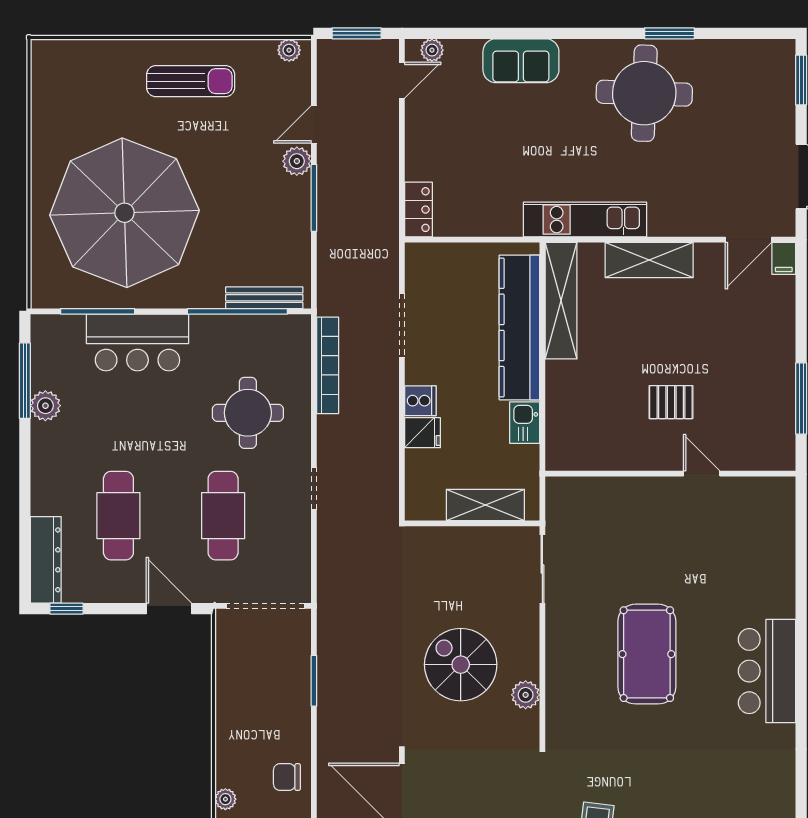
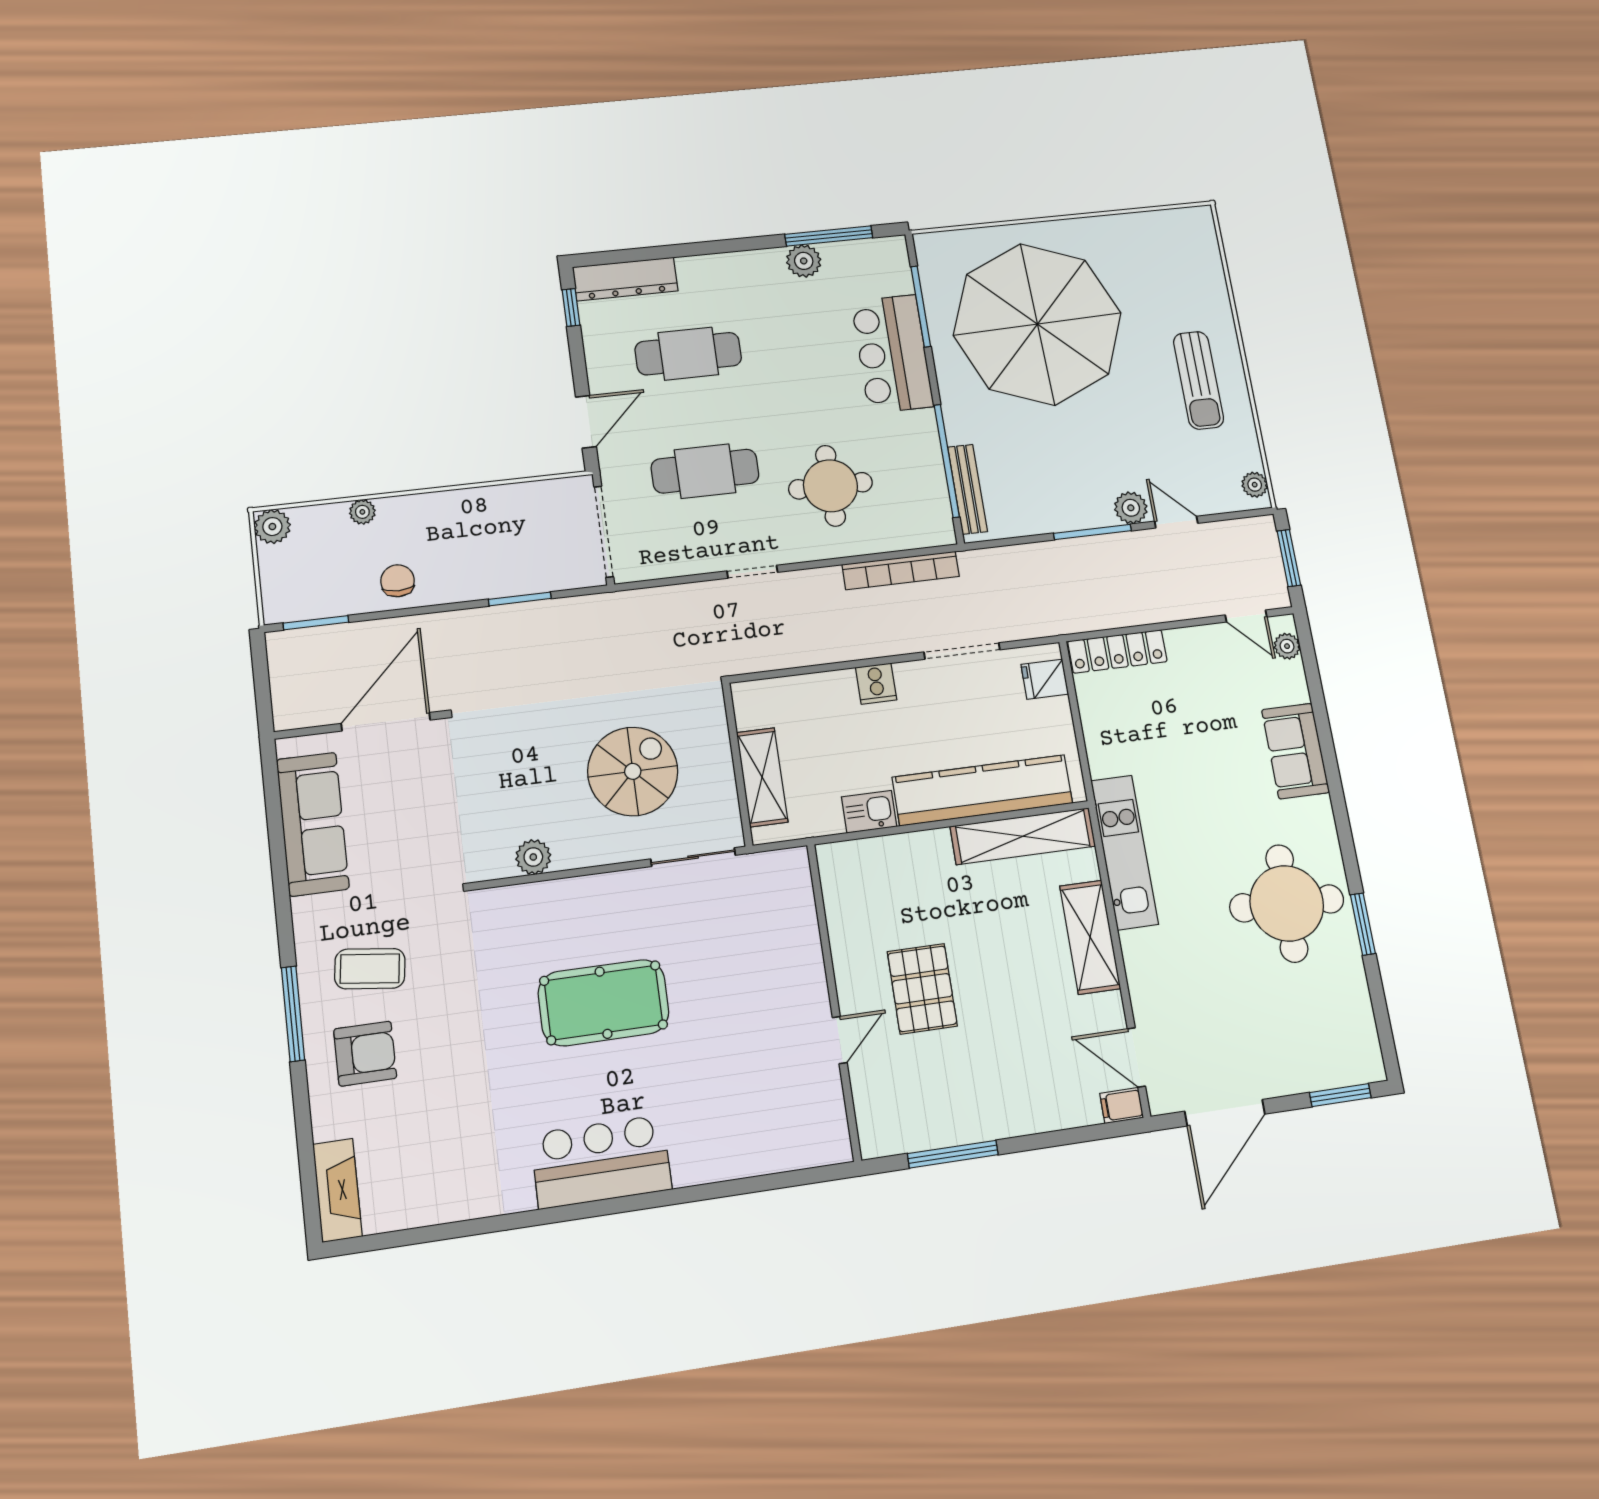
locker: (419, 210) -> (1117, 651), width x1.53
pallet: (671, 402) -> (922, 989), width x1.50, depth x1.42
fridge: (423, 433) -> (1045, 679), moved, turned 90
spiral stairs: (461, 665) -> (633, 771), moved

